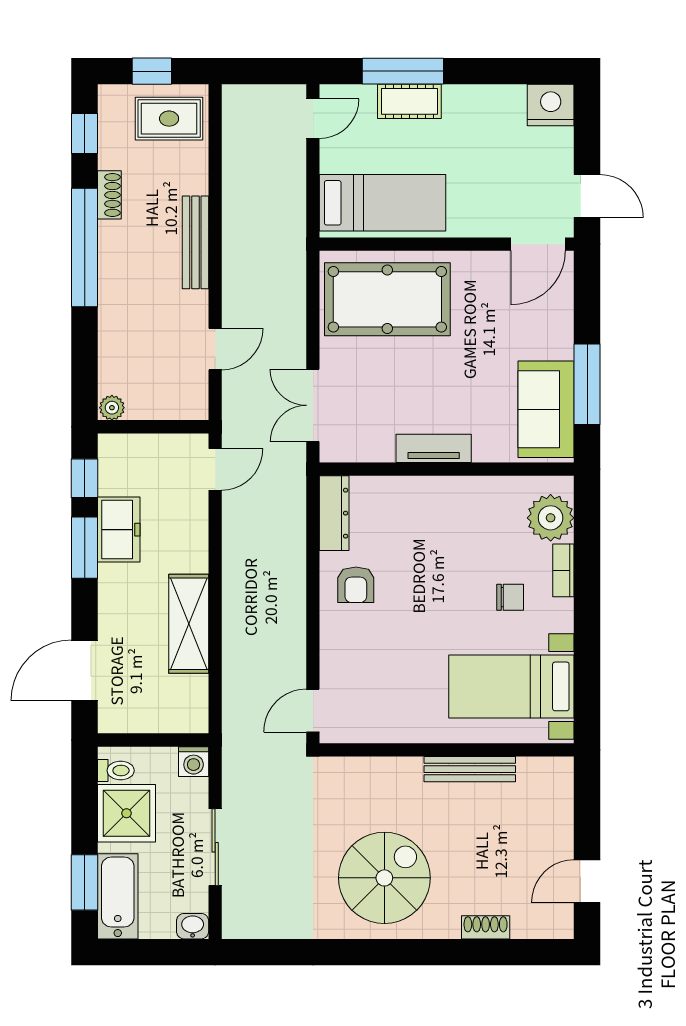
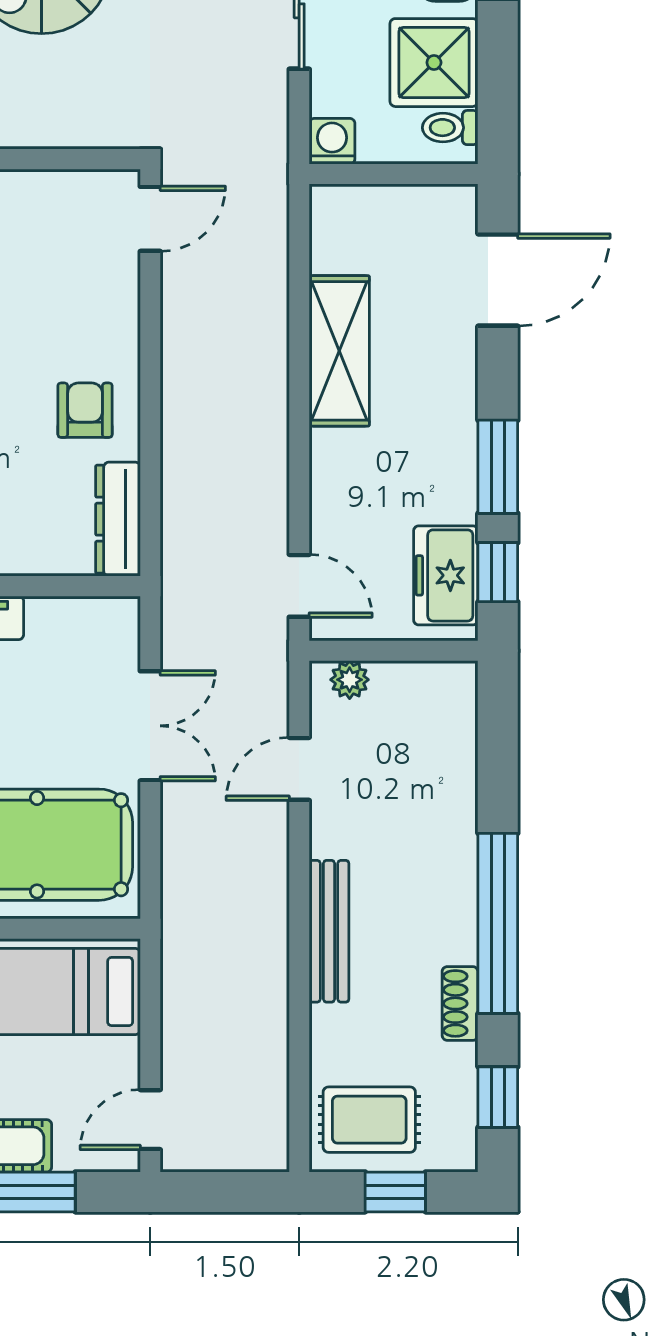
double door: (313, 405) -> (150, 726), moved
plant: (112, 408) -> (350, 680), moved
door: (215, 469) -> (299, 586), swing flipped
freezer: (119, 530) -> (446, 575), moved

